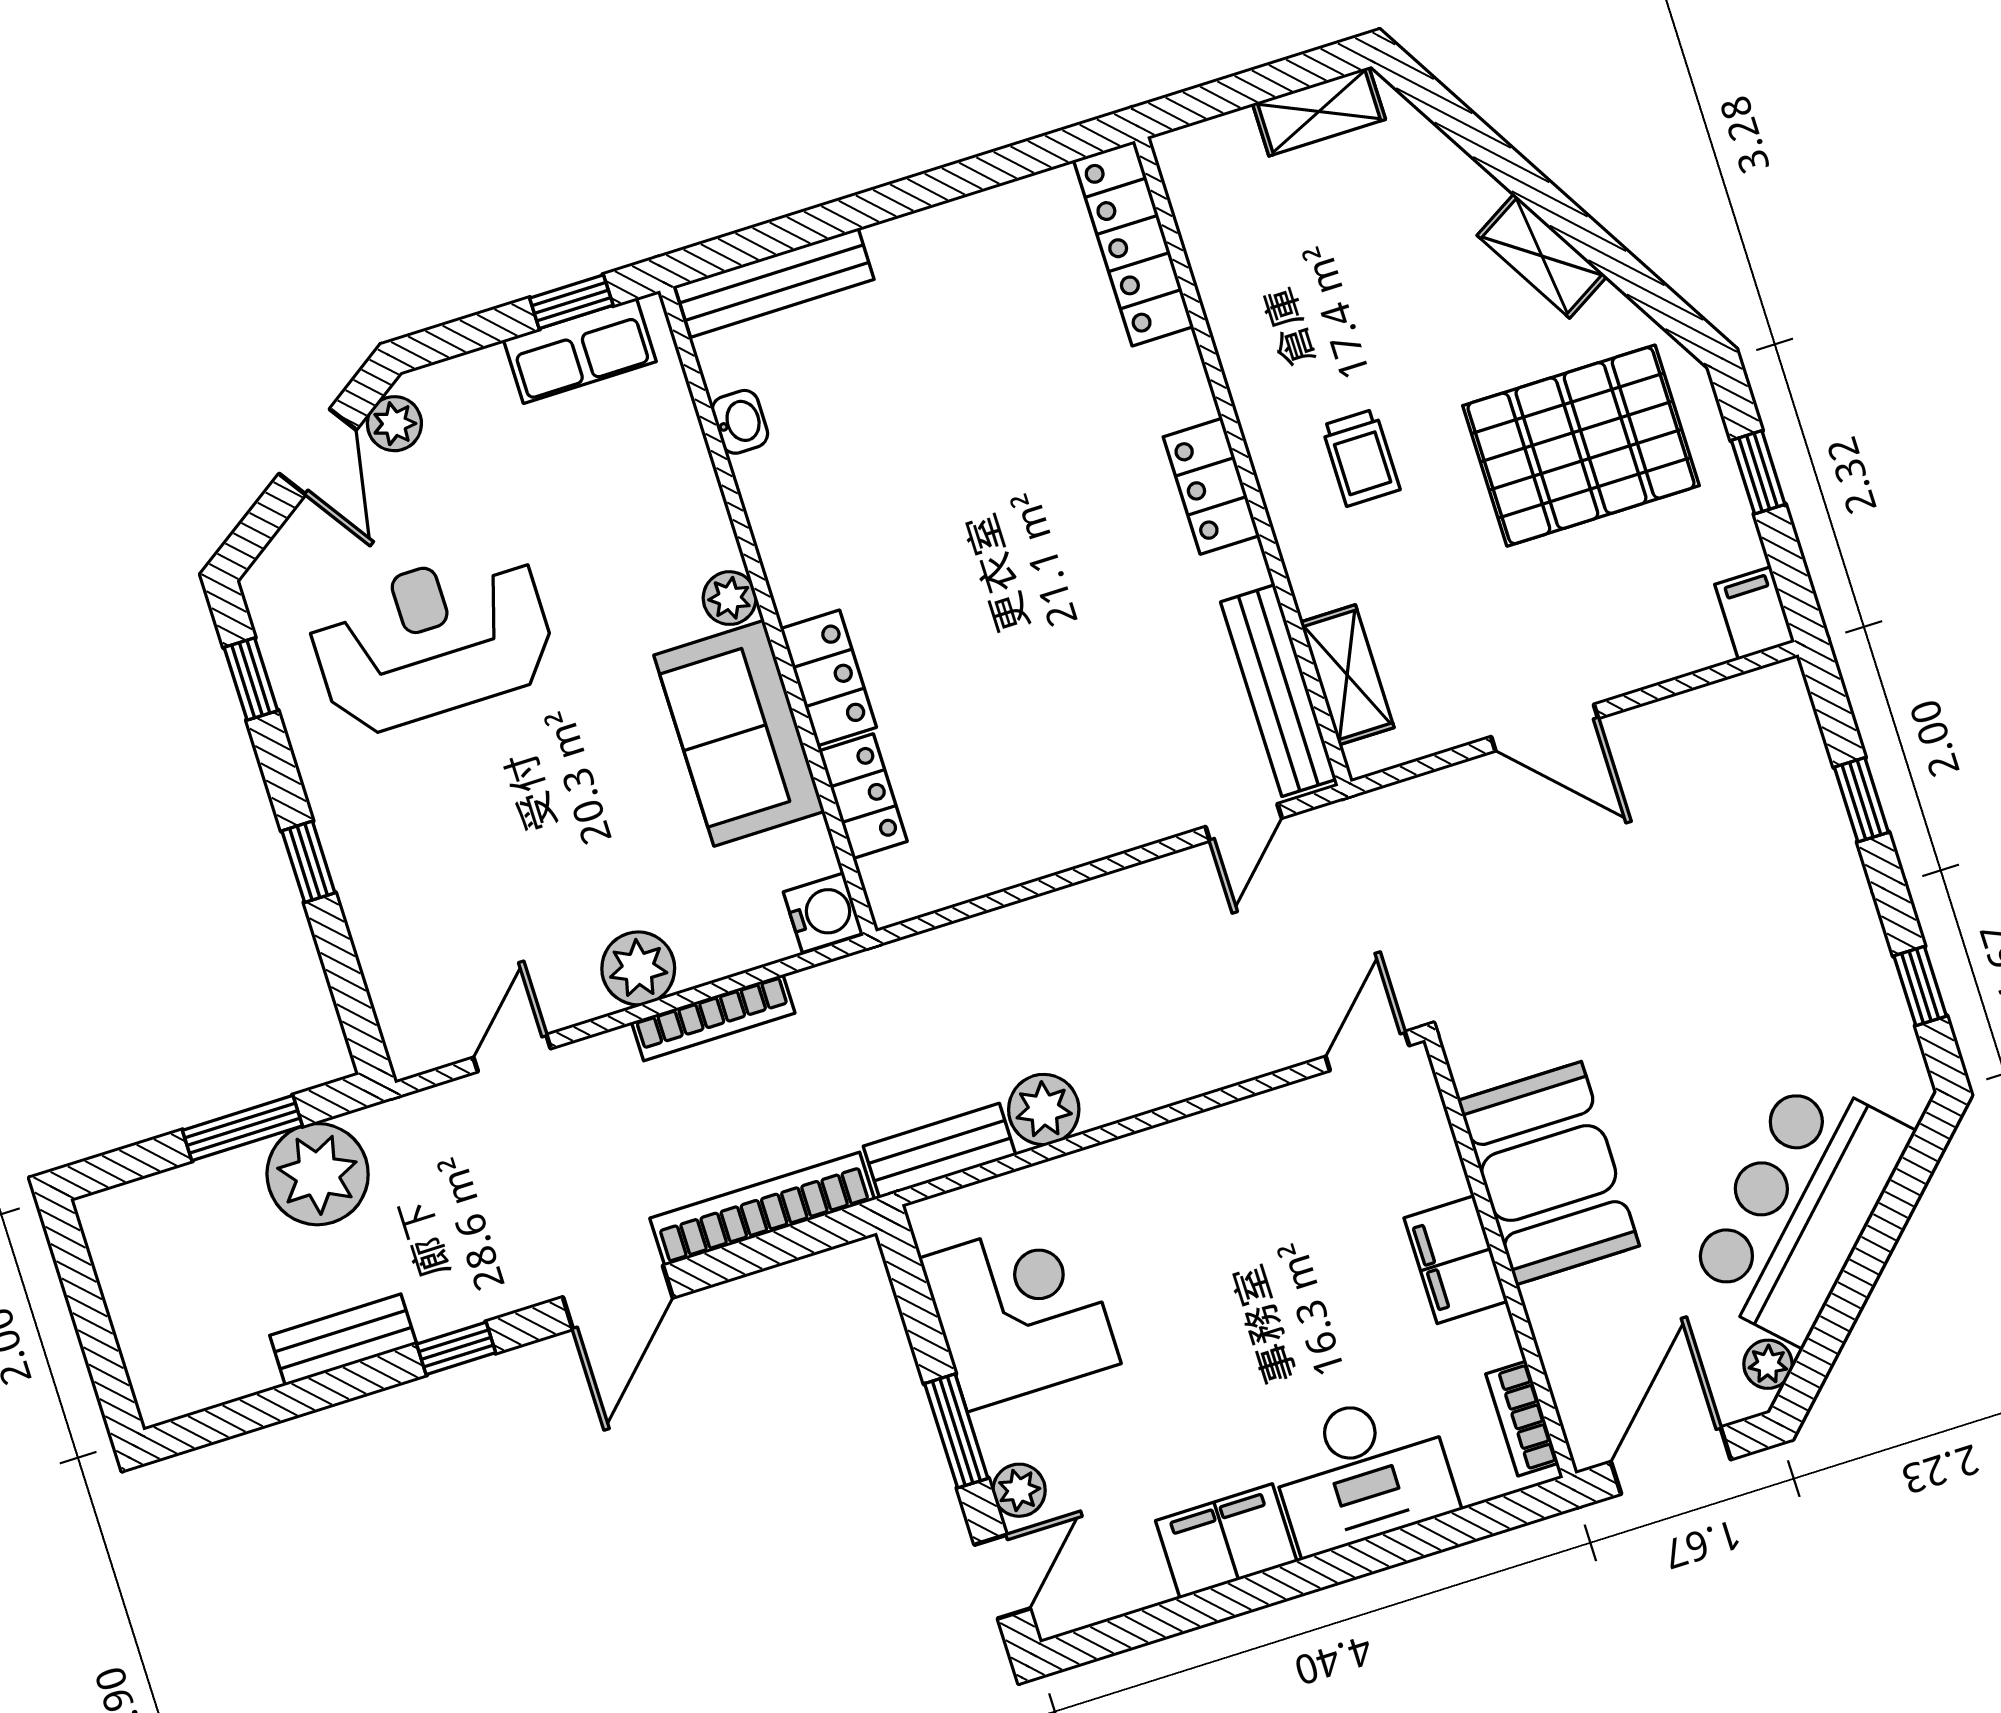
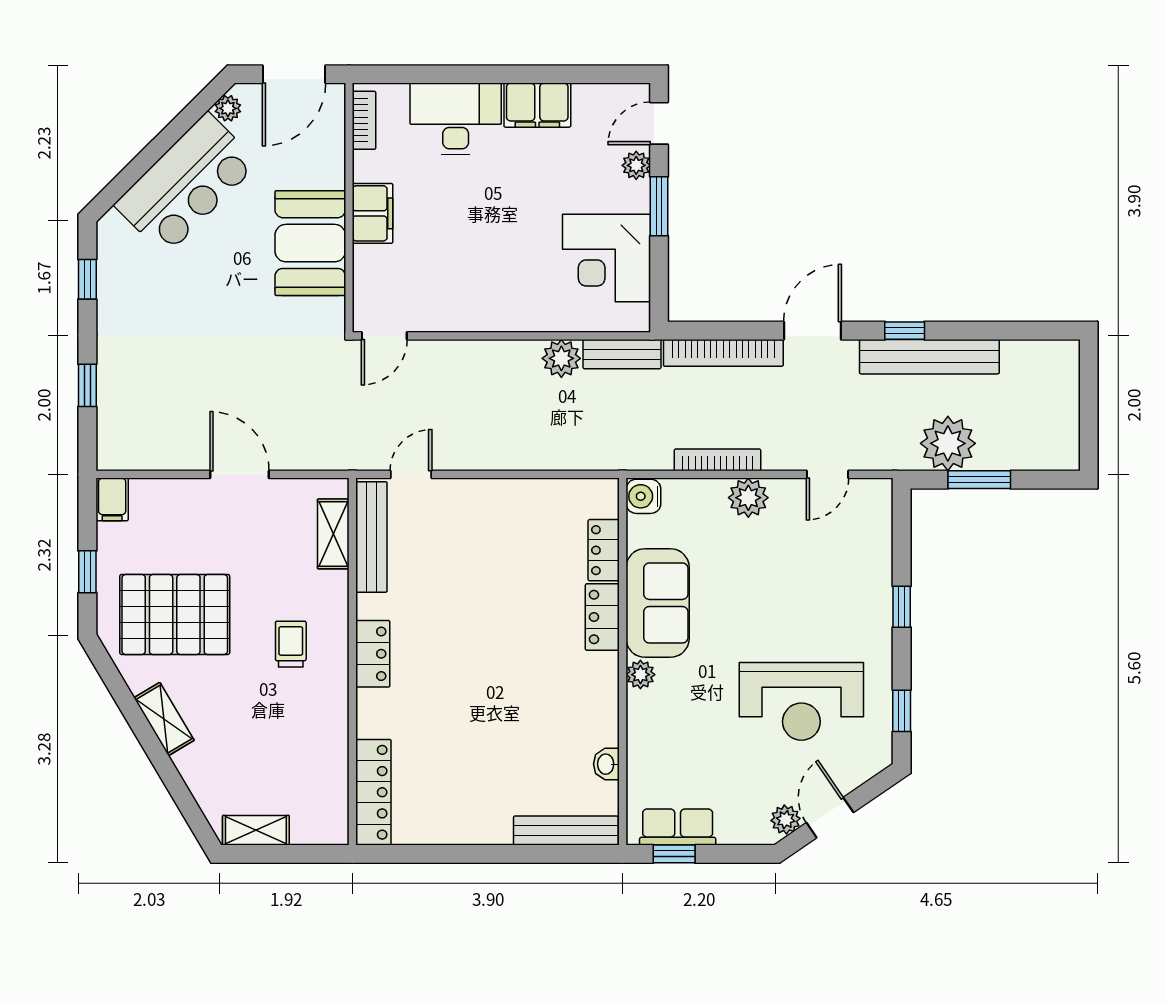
bench: (343, 1340) -> (929, 357), width x1.86, depth x1.21

